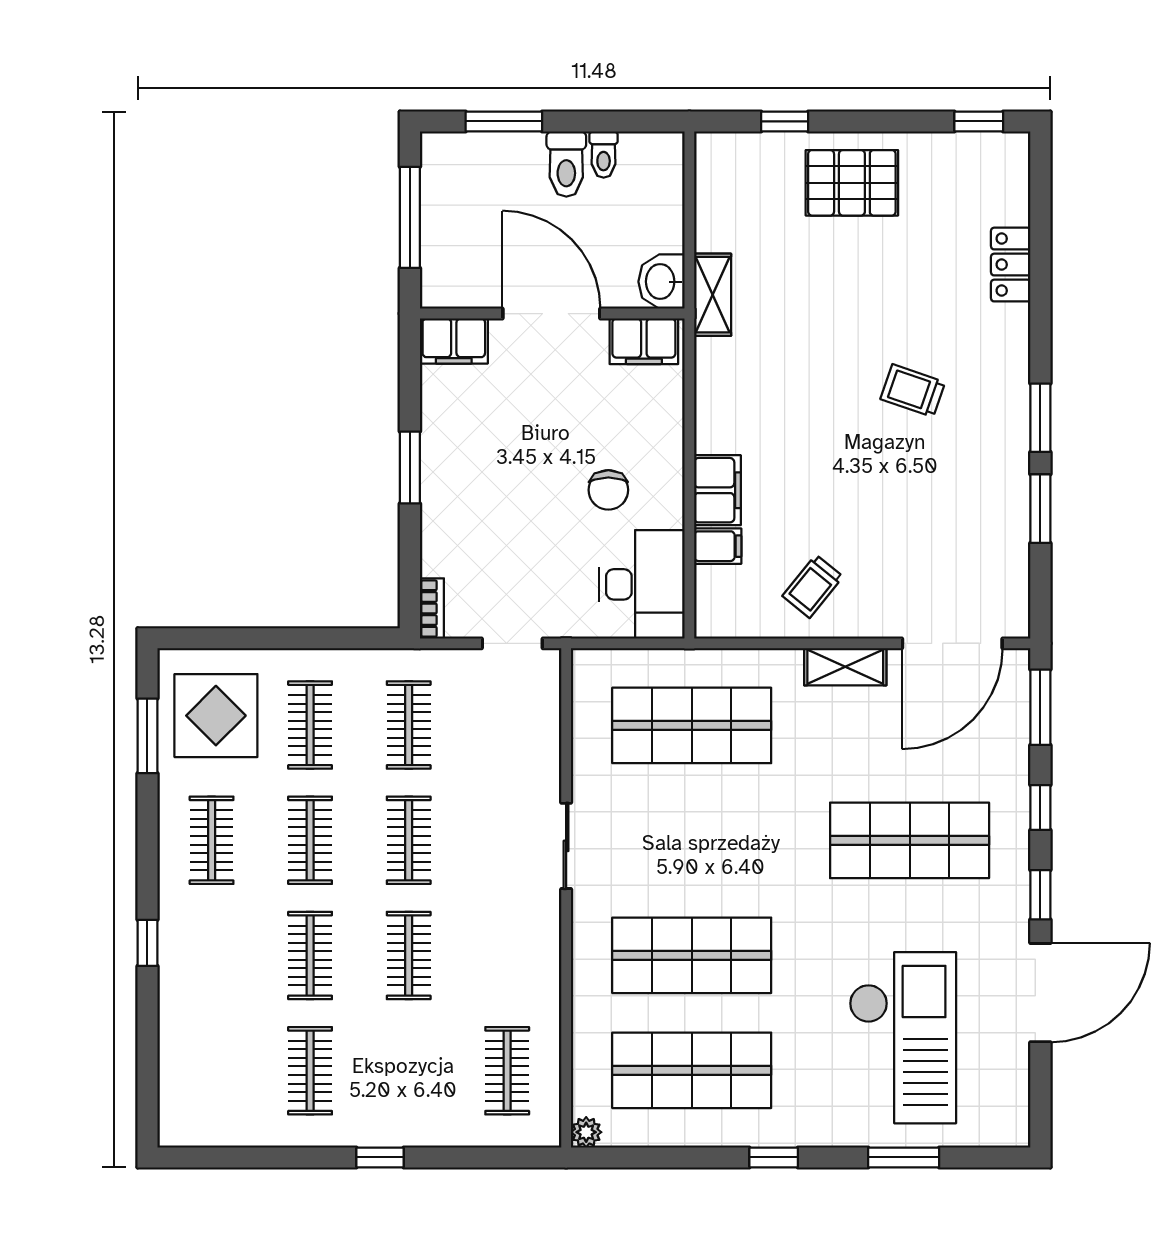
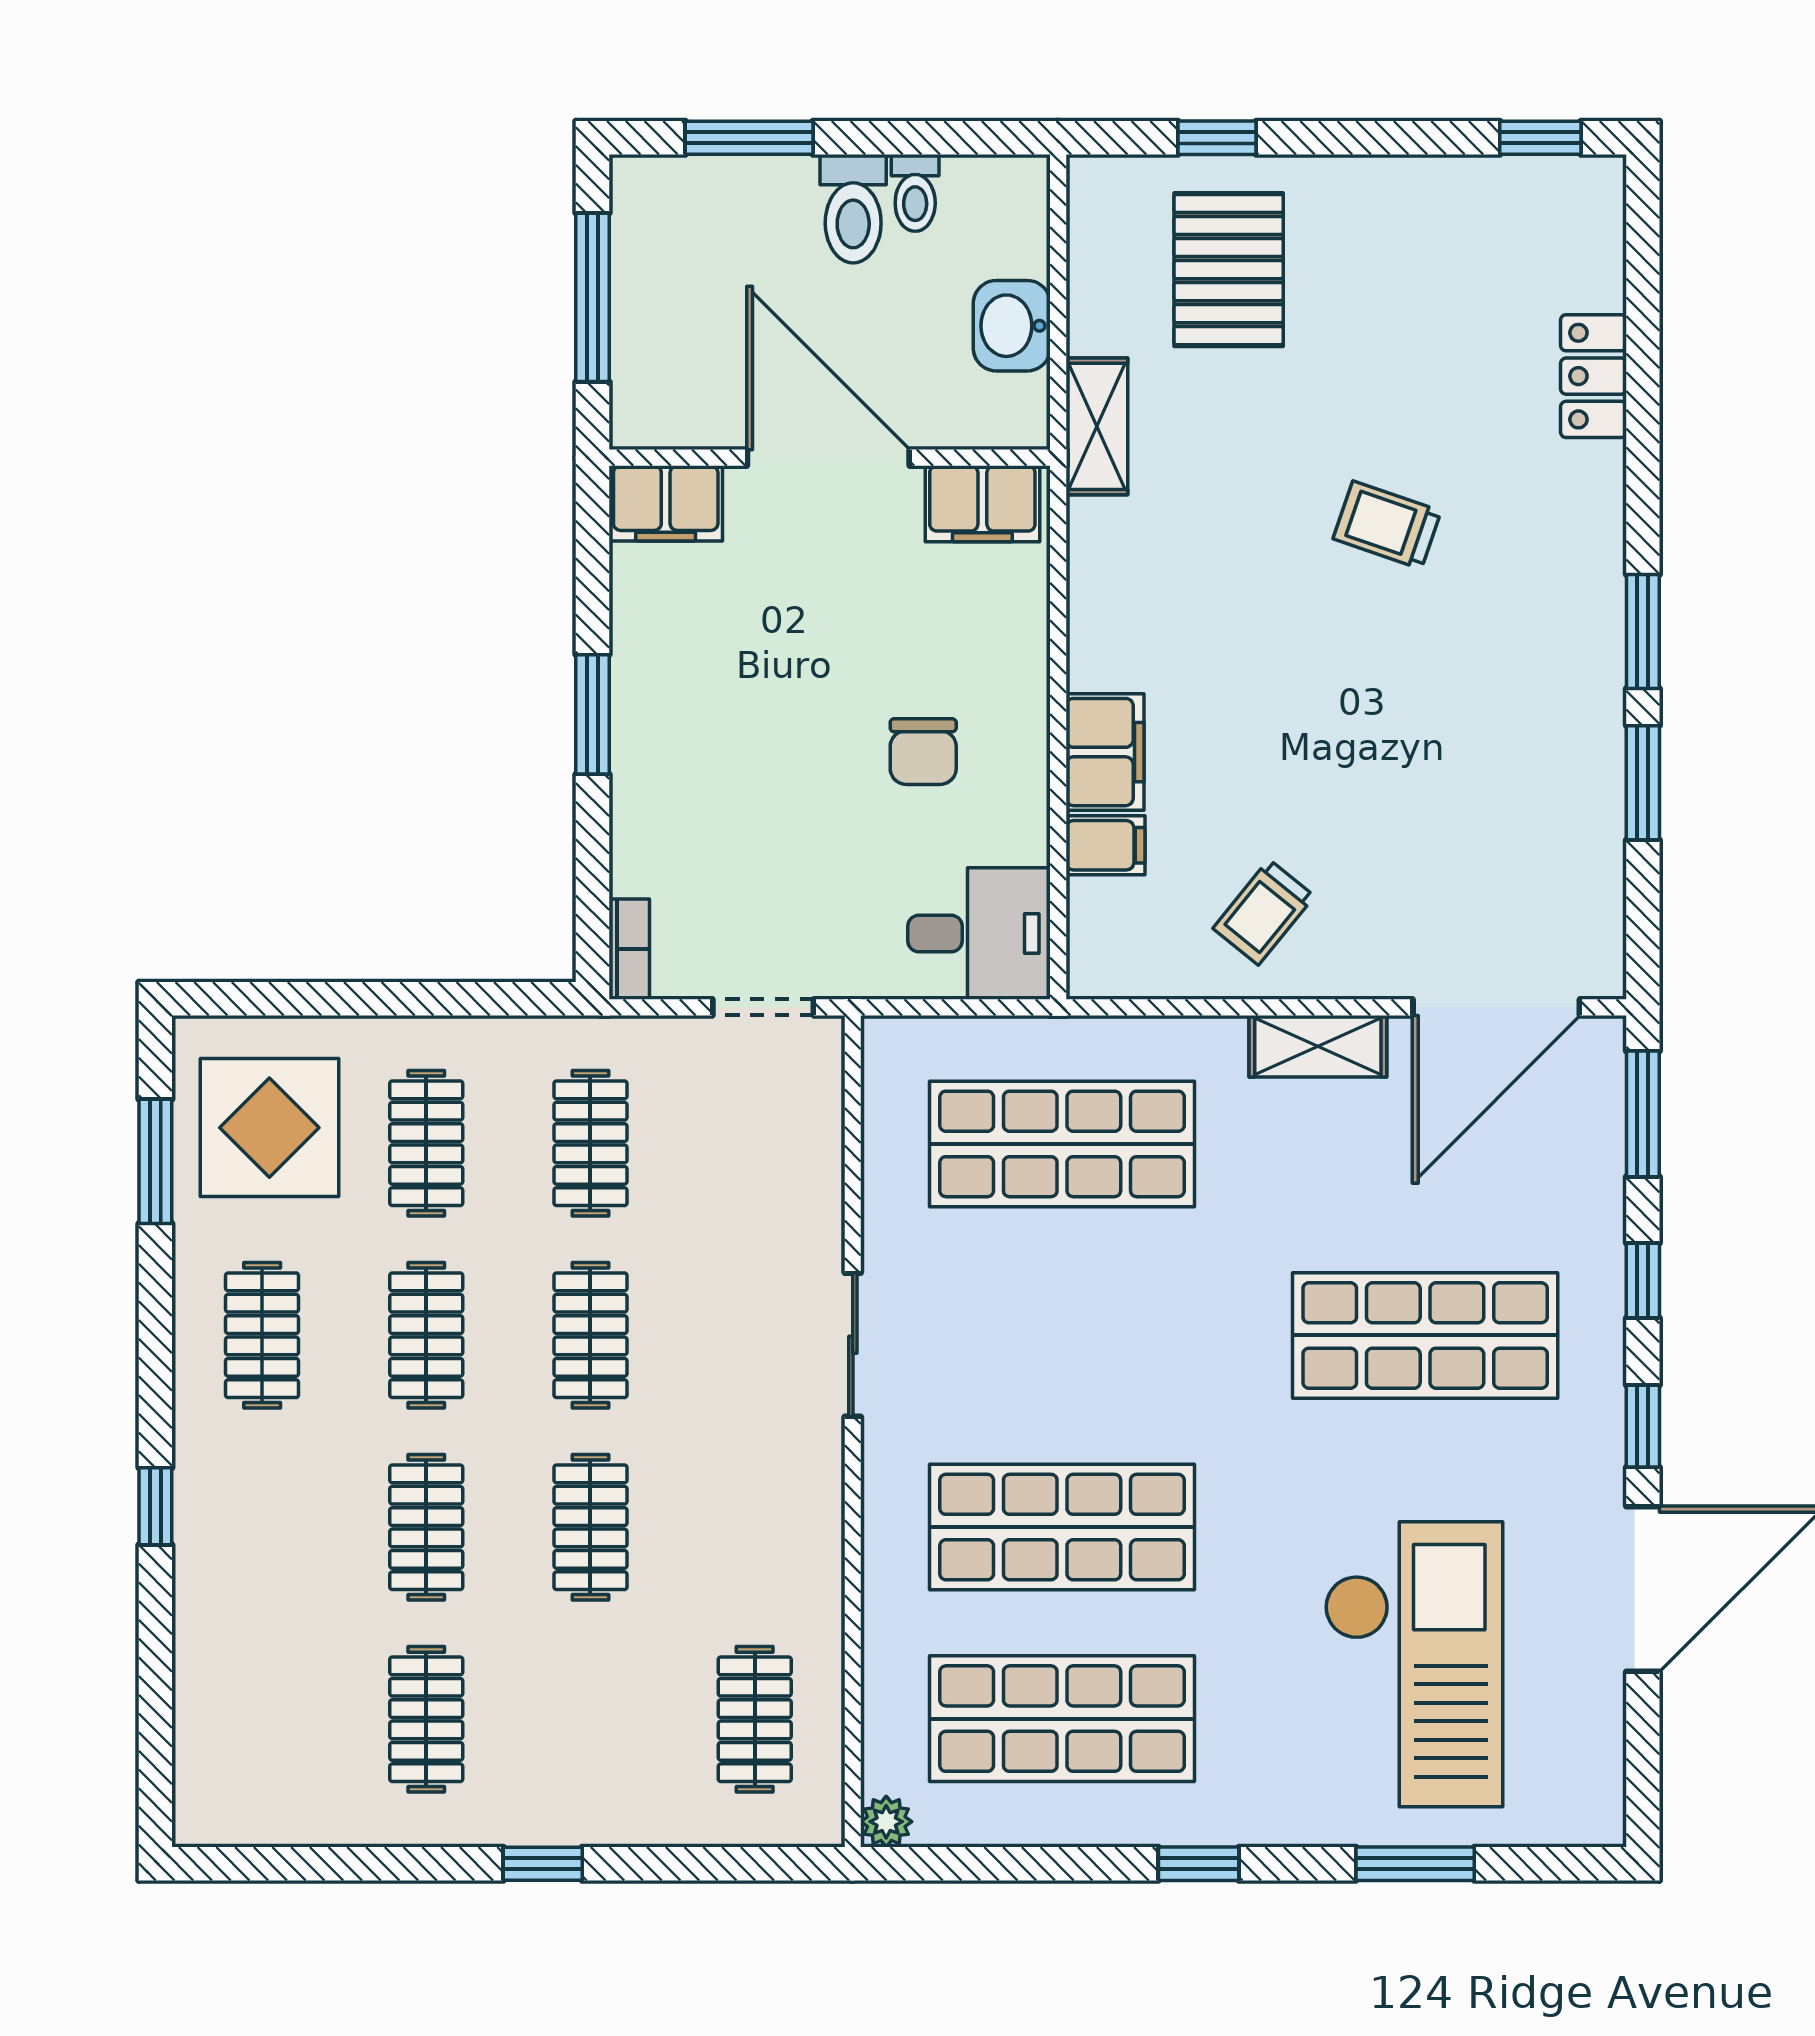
pallet: (852, 183) -> (1229, 270), moved, turned 90
washbasin: (662, 282) -> (1012, 326), moved
trolley: (913, 391) -> (1387, 525), moved
desk: (642, 584) -> (979, 934), width x0.73

